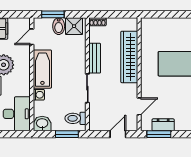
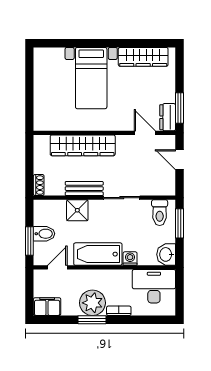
shower: (74, 26) -> (77, 210), moved
door: (32, 37) -> (57, 267), swing flipped
dresser: (163, 125) -> (168, 117), moved

